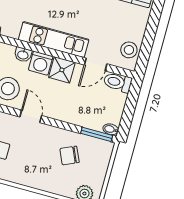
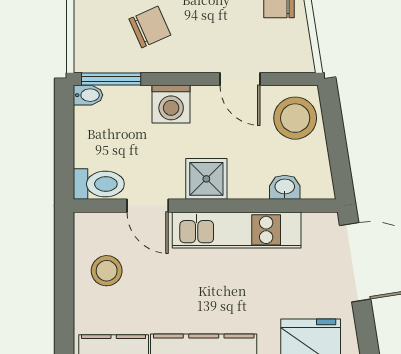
stool: (129, 50) -> (107, 271), moved
washing machine: (41, 63) -> (171, 104), moved, turned 180
door: (96, 64) -> (148, 206), swing flipped

